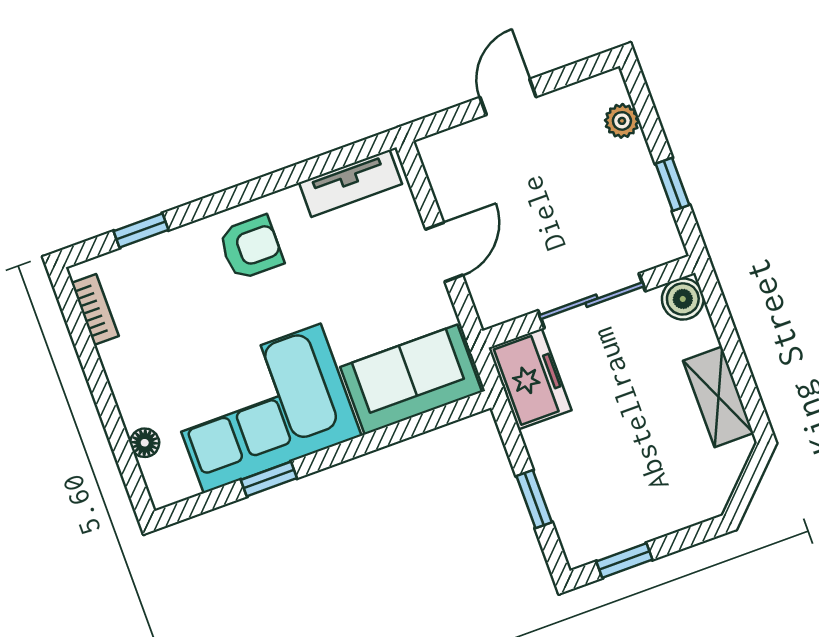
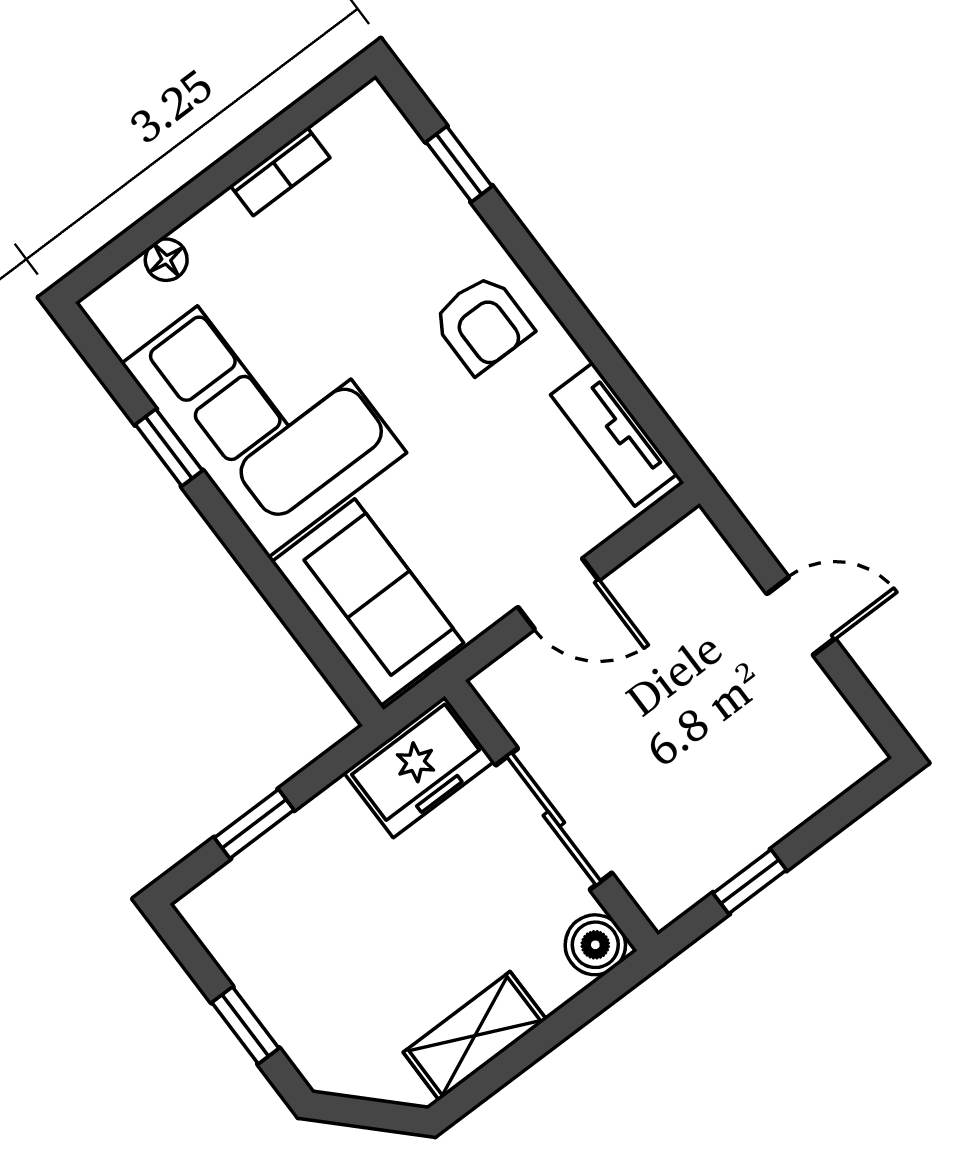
plant: (622, 121) -> (816, 784), removed
bookcase: (95, 309) -> (280, 172), moved
window: (624, 560) -> (245, 1025), moved

